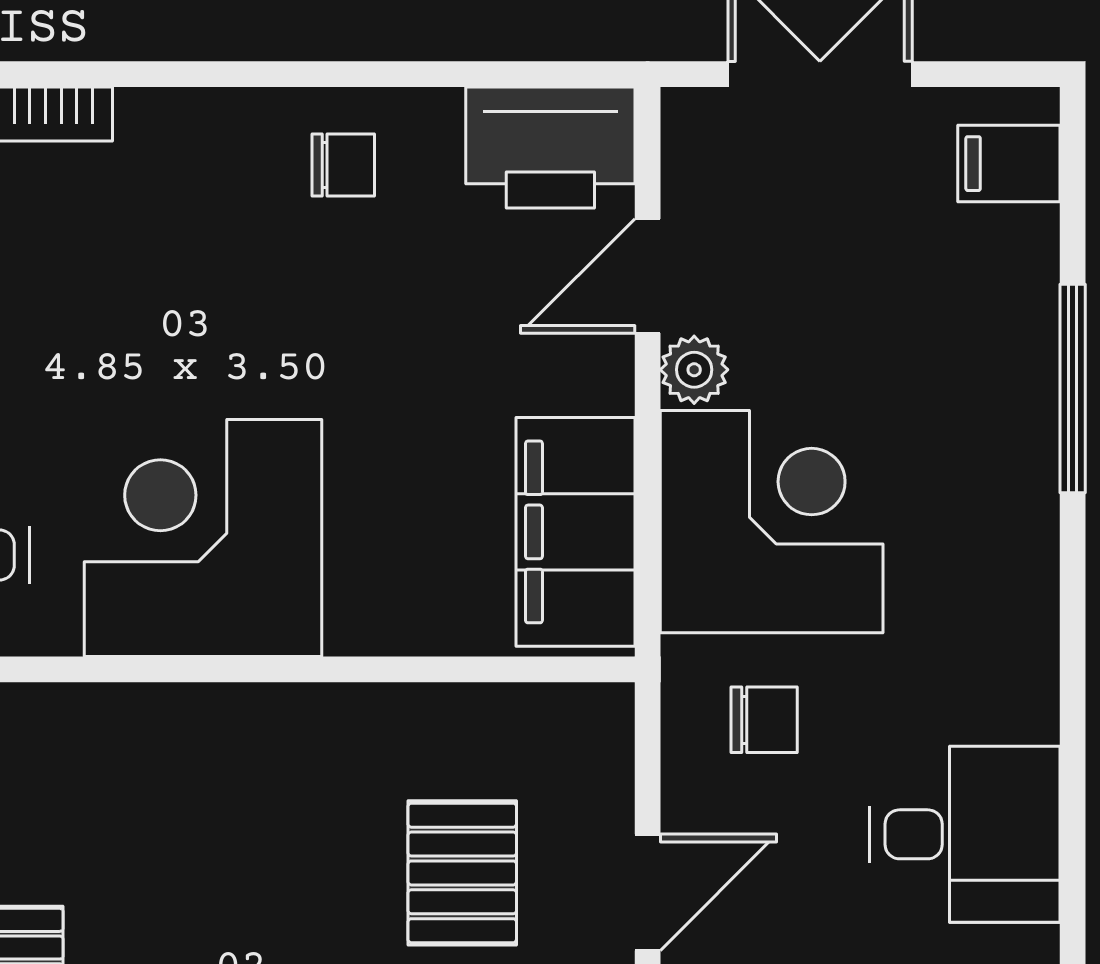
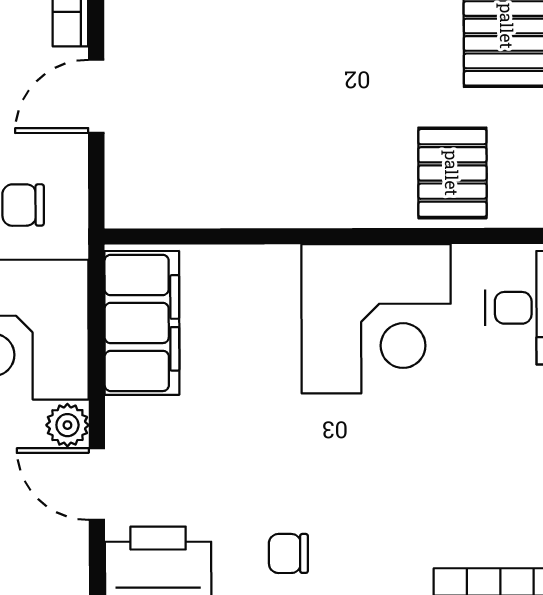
door: (648, 276) -> (97, 484), swing flipped
pallet: (462, 873) -> (452, 173), moved

